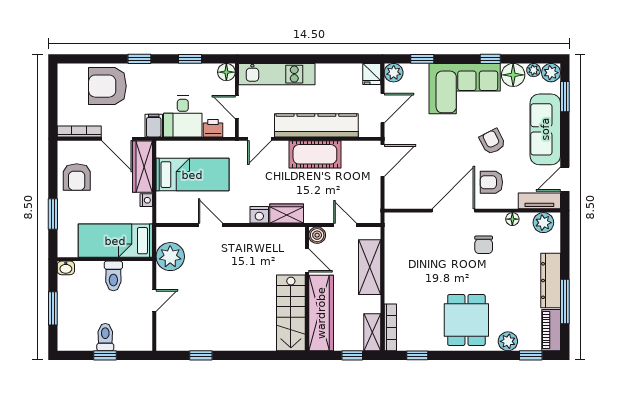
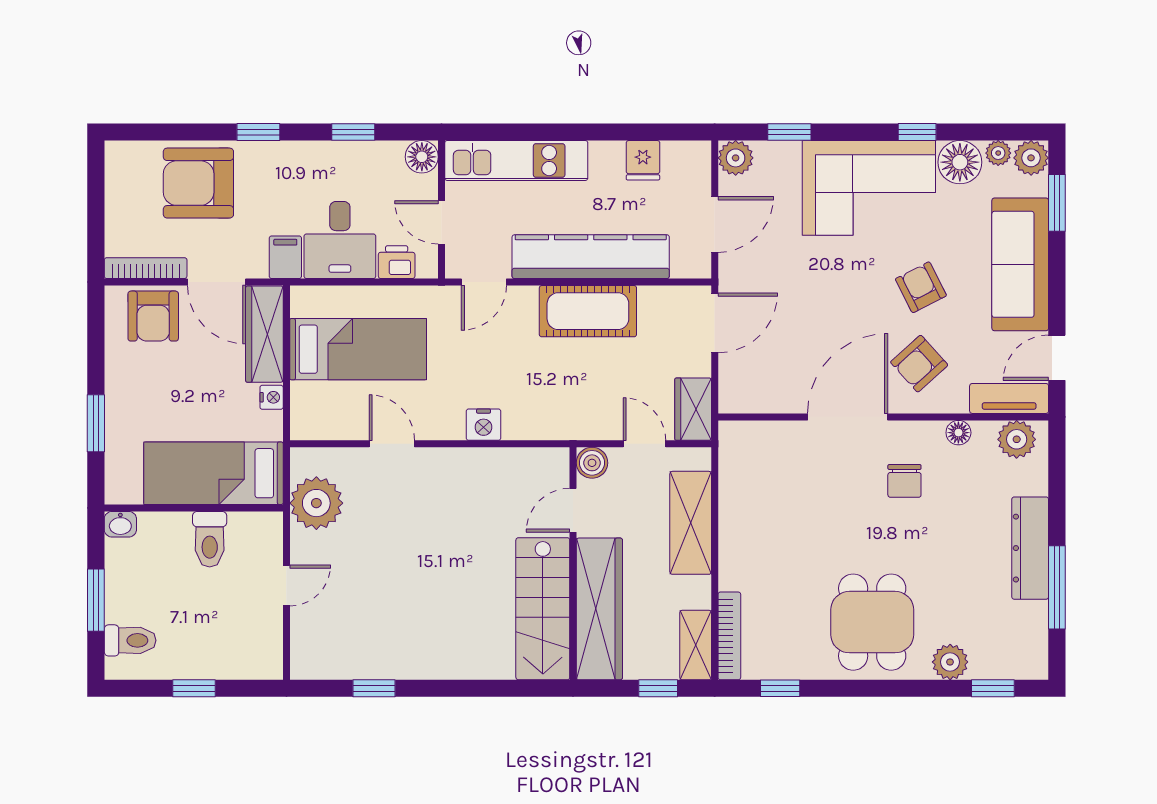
fridge: (372, 74) -> (643, 160), moved
armchair: (77, 177) -> (153, 316), moved
armchair: (491, 182) -> (919, 364), turned -42
wardrobe: (287, 214) -> (693, 409), moved, turned -90
door: (307, 260) -> (573, 510), swing flipped
piano: (551, 330) -> (1031, 641), removed
toilet: (105, 337) -> (130, 640), moved, turned 90

